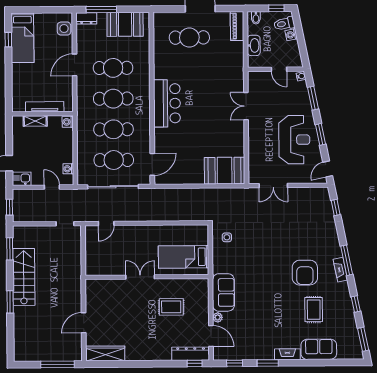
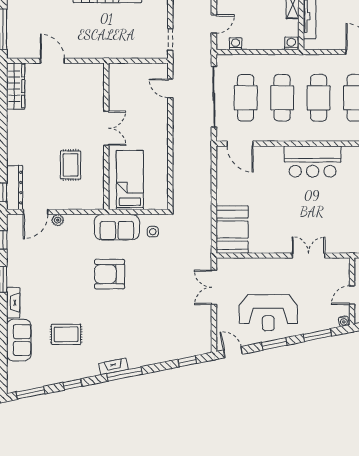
armchair: (305, 273) -> (109, 274), moved
sofa: (223, 292) -> (117, 227), moved

